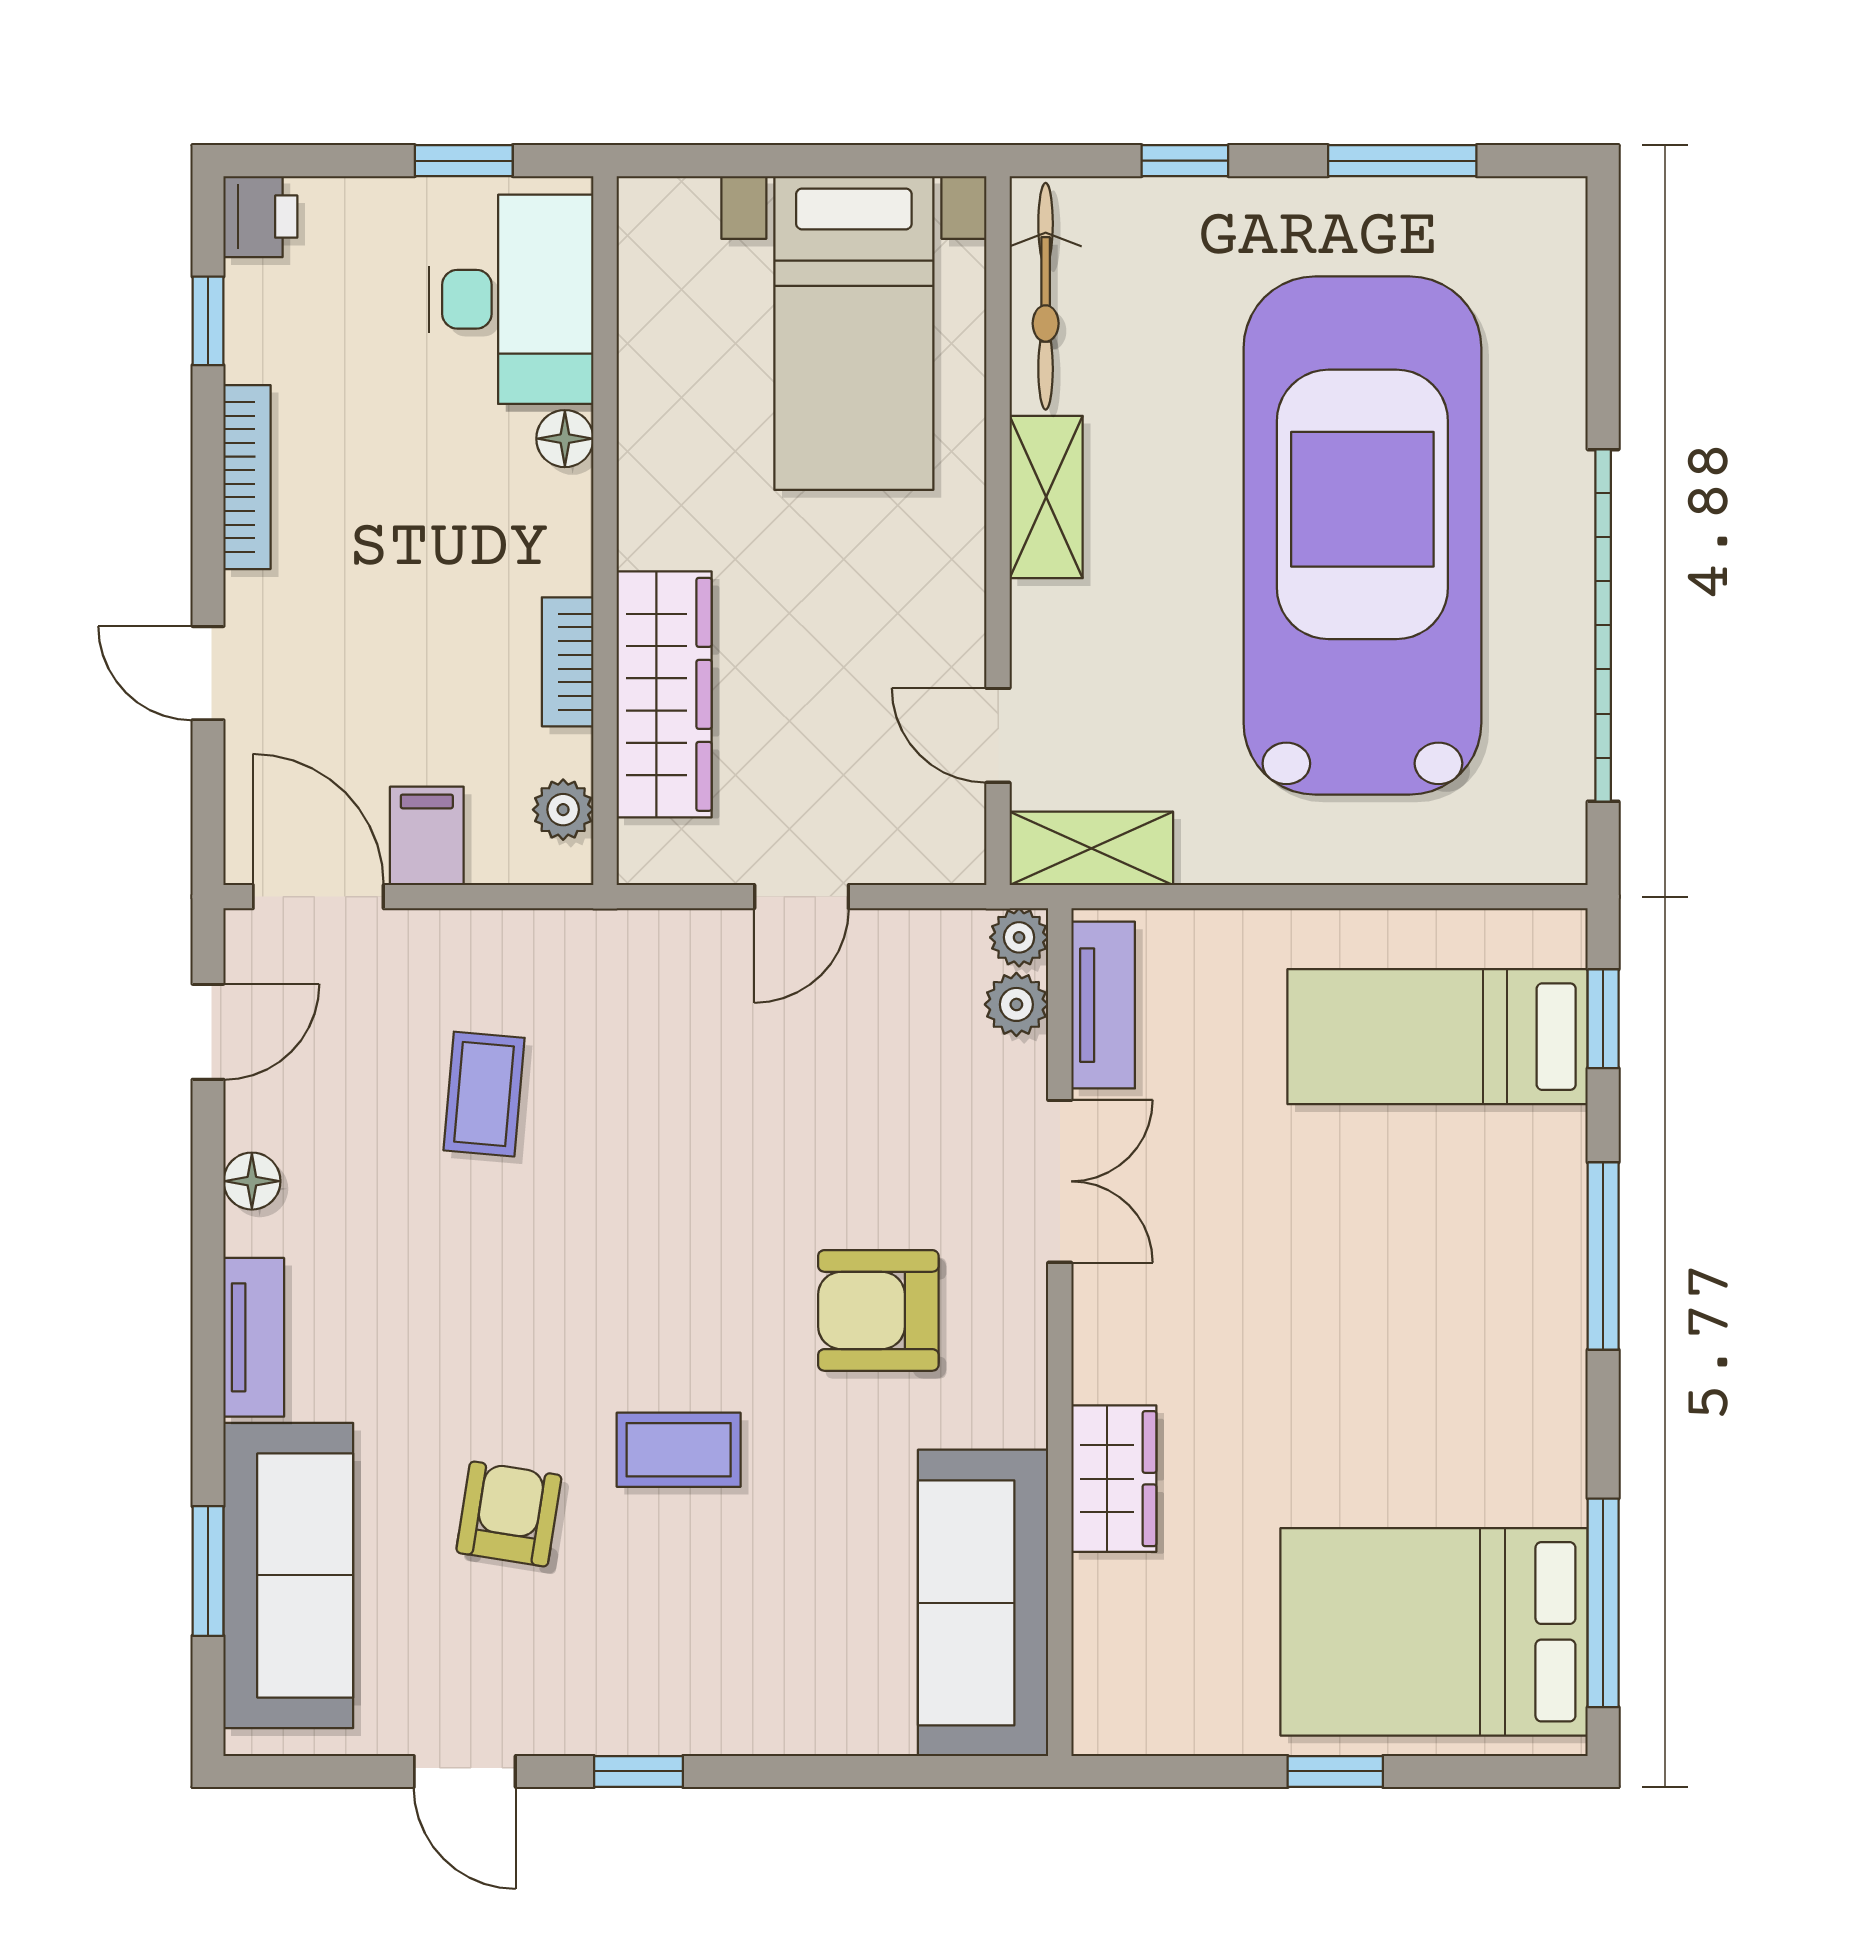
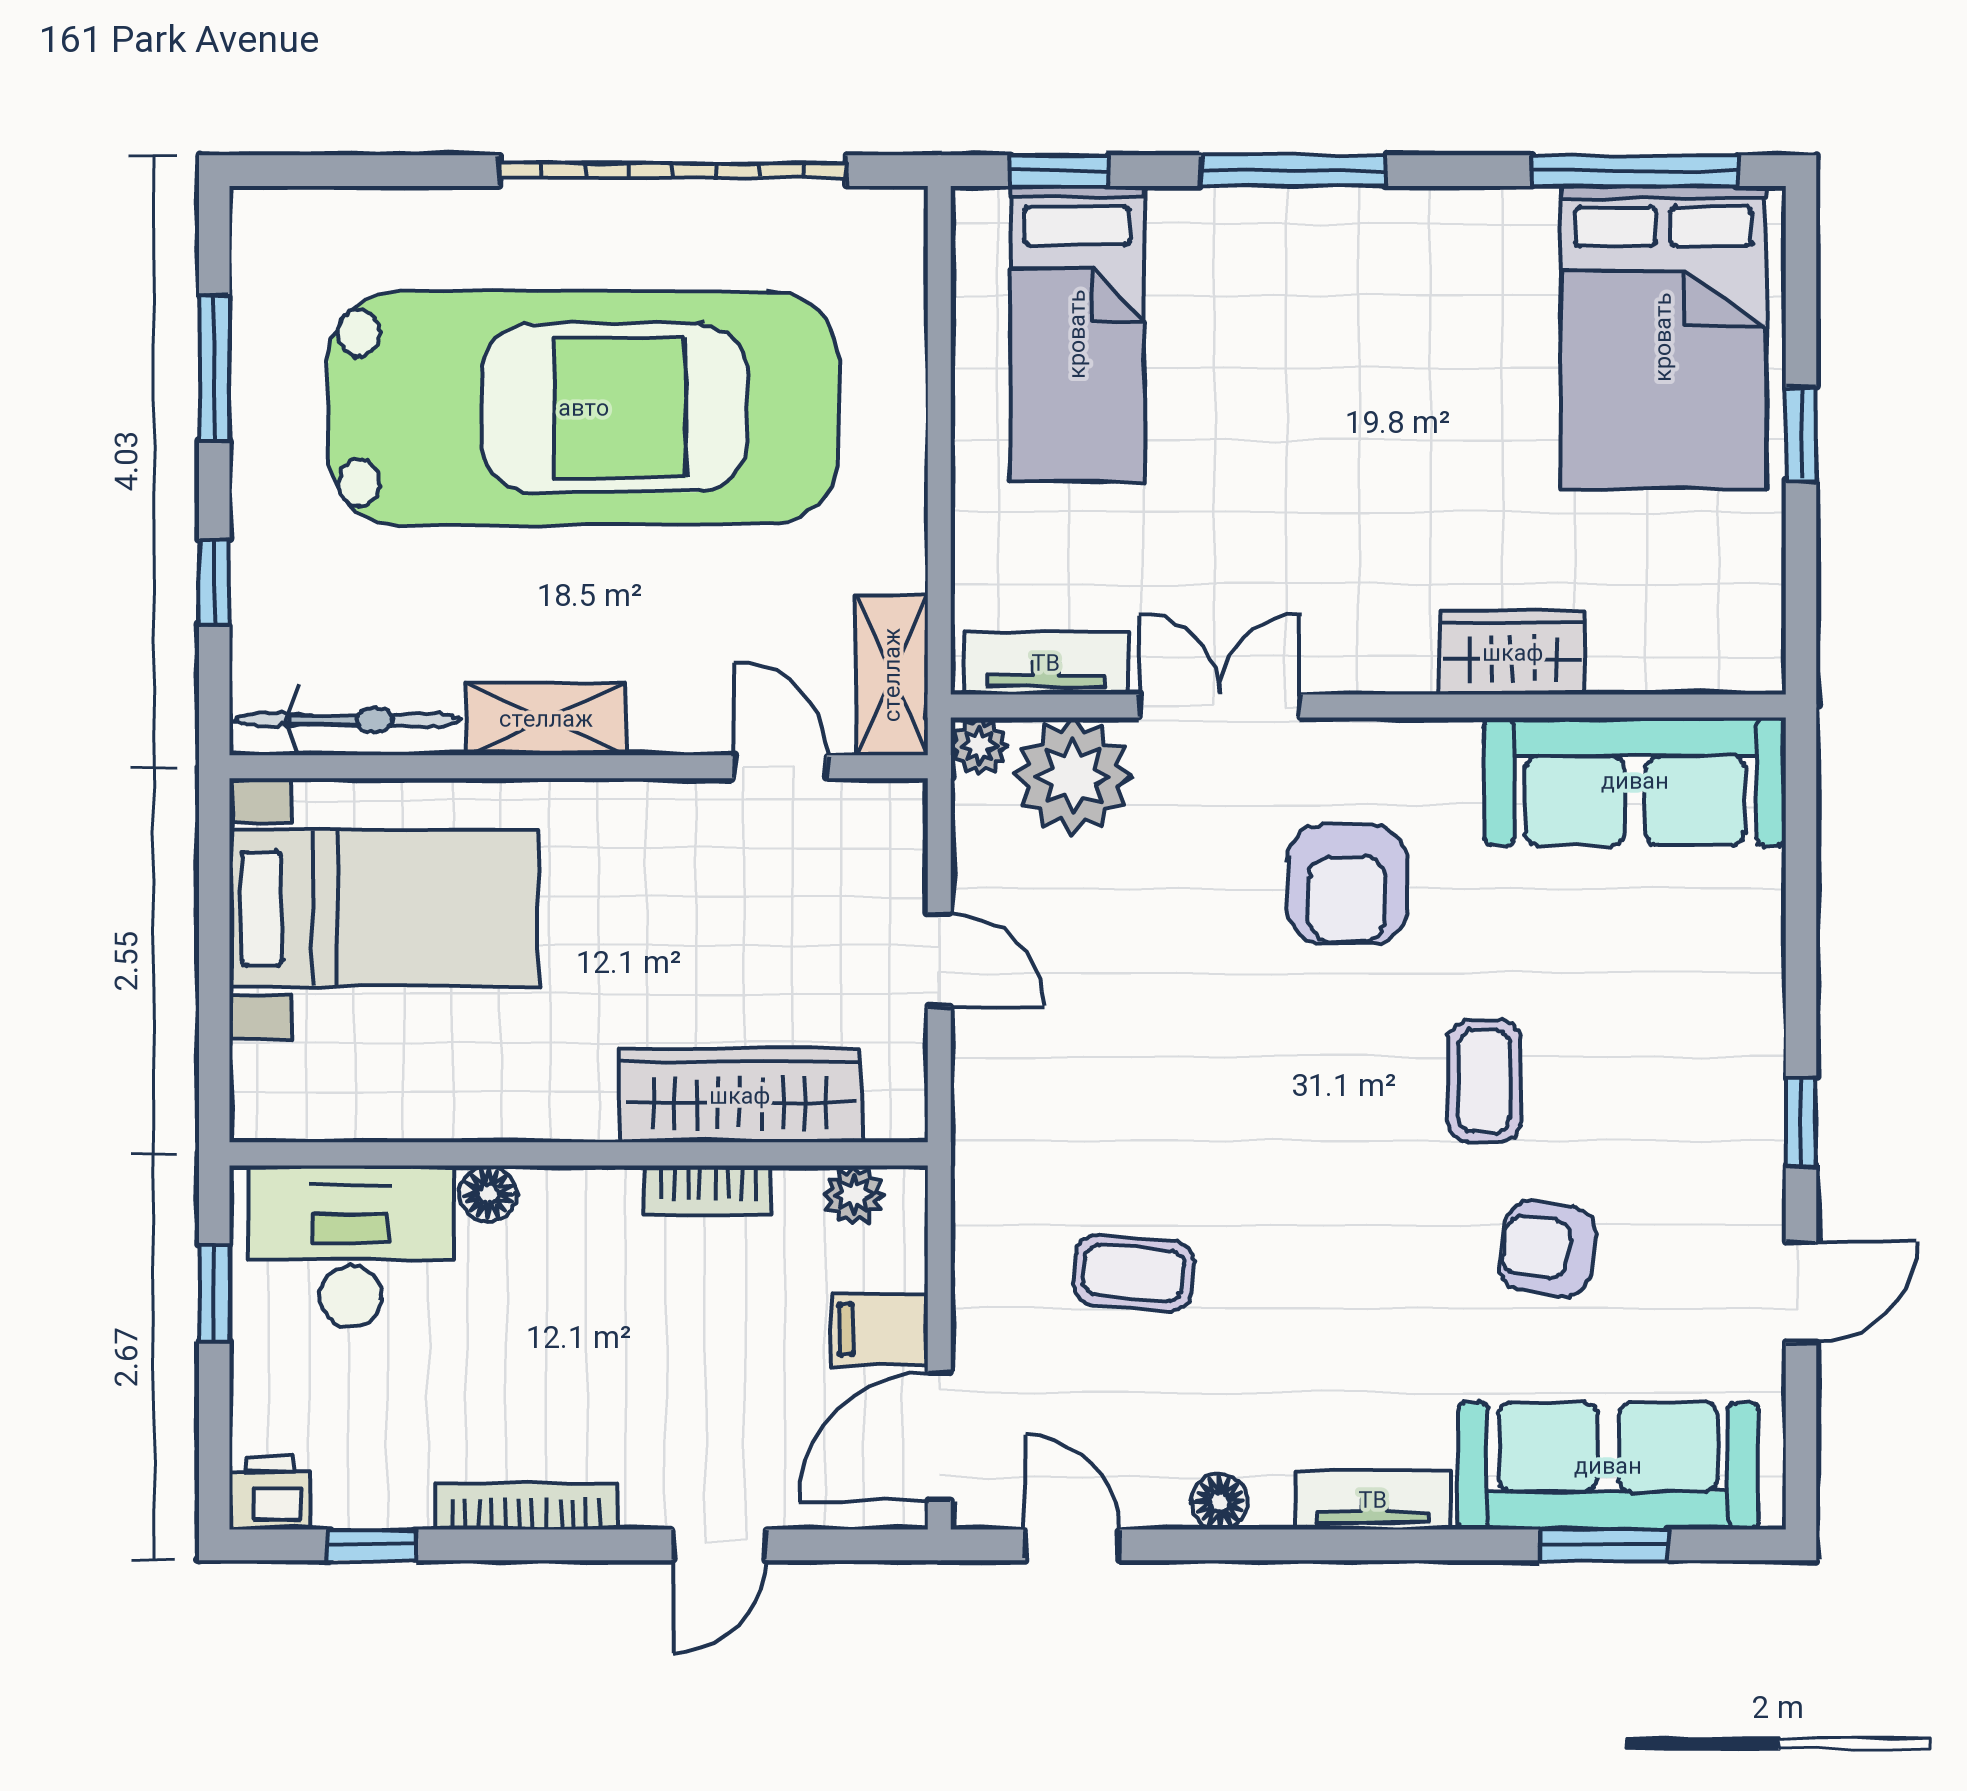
car: (1362, 535) -> (584, 408), turned 180
door: (998, 735) -> (780, 767), swing flipped
plant: (1016, 1004) -> (1073, 776), width x1.88, depth x1.88

